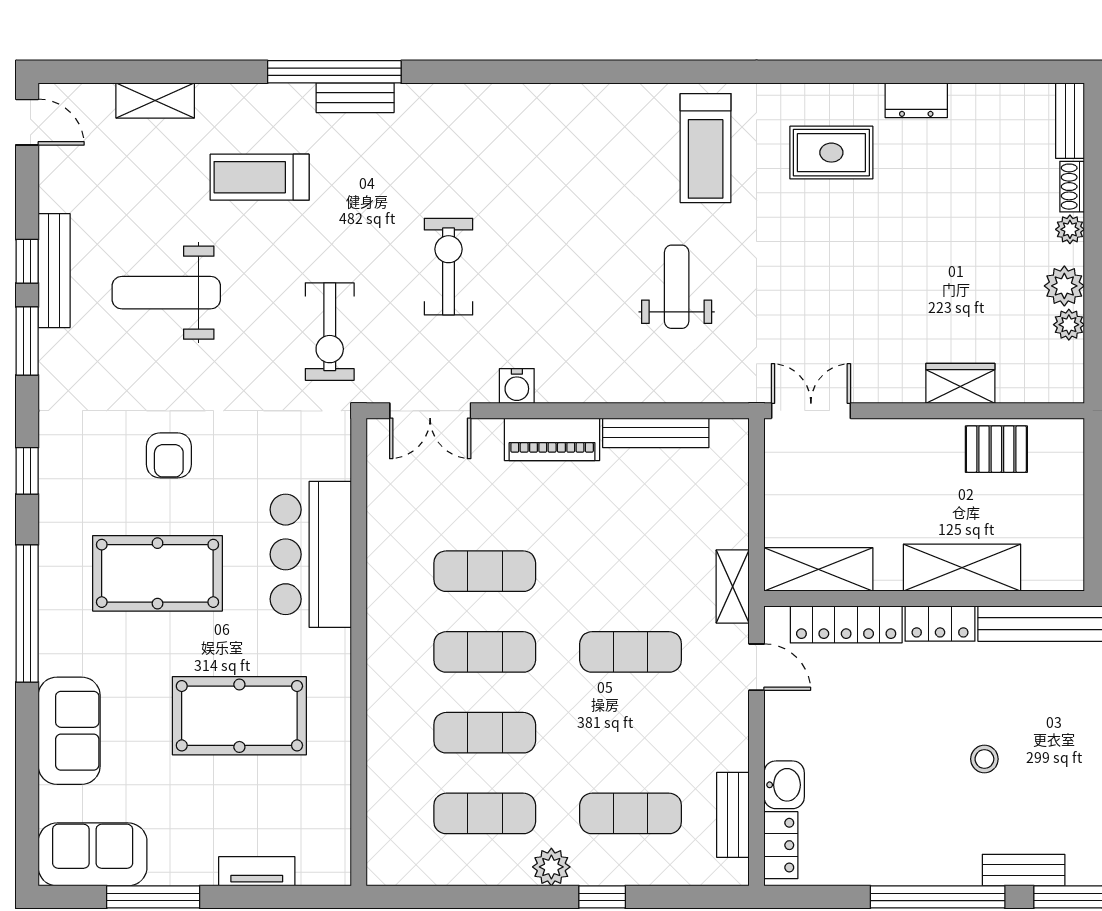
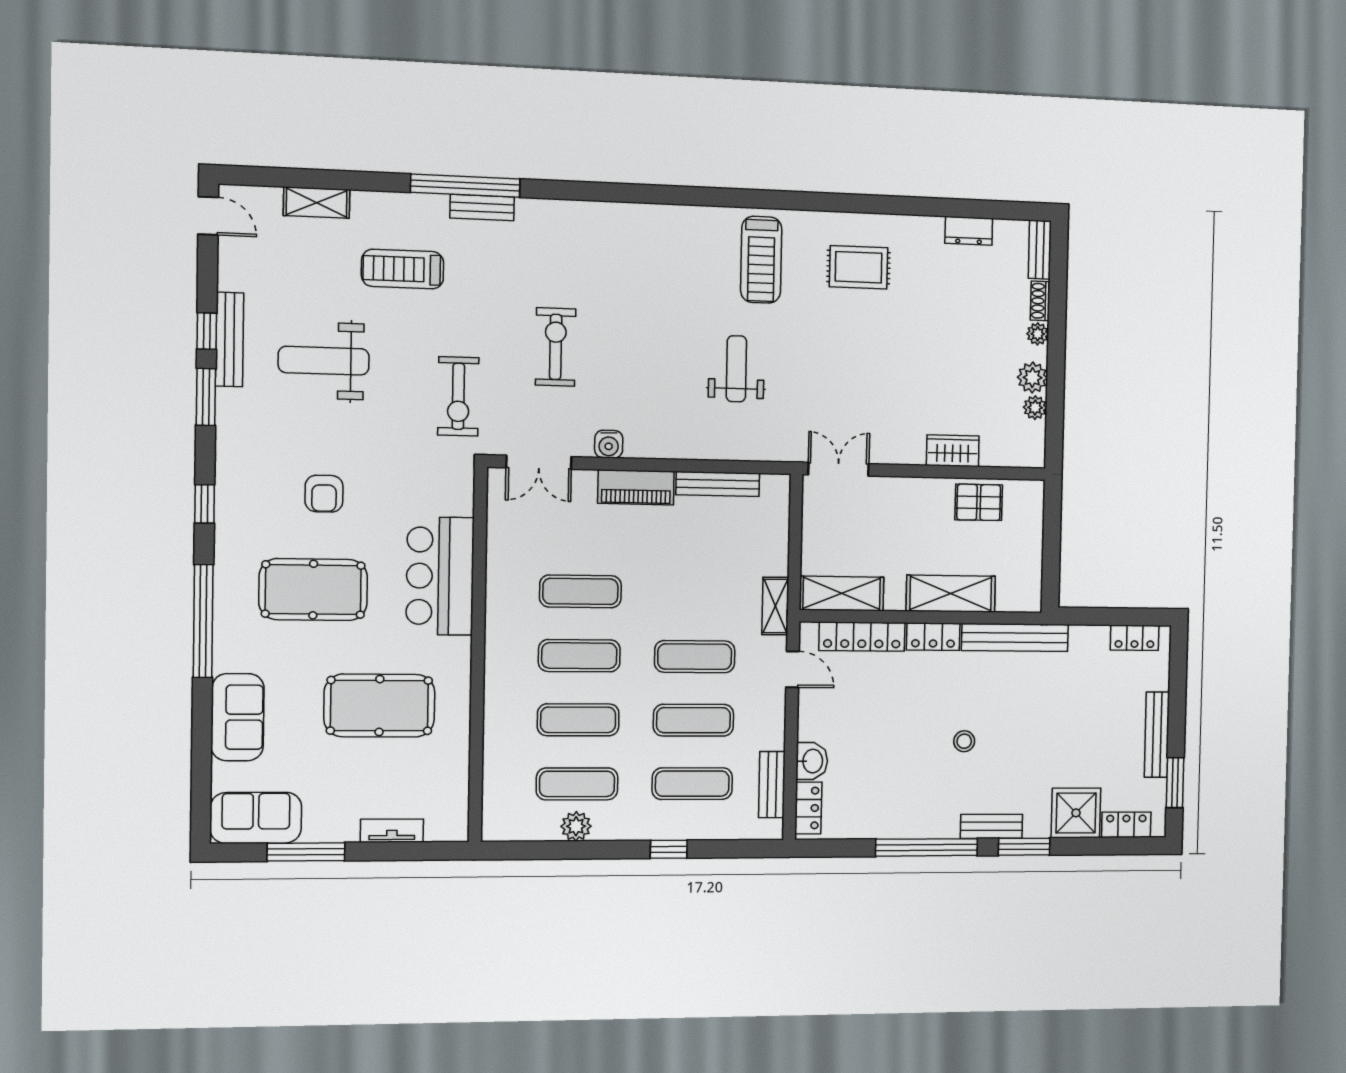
dresser: (916, 100) -> (969, 231), moved
exercise mat: (631, 733) -> (693, 720), added
plant: (551, 867) -> (576, 826), moved

